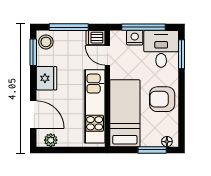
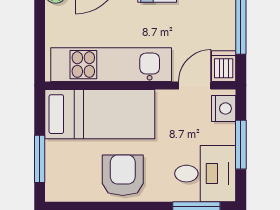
window: (144, 27) -> (241, 145), width x0.69
nightstand: (135, 38) -> (224, 108), moved
floor lamp: (167, 142) -> (53, 183), removed

